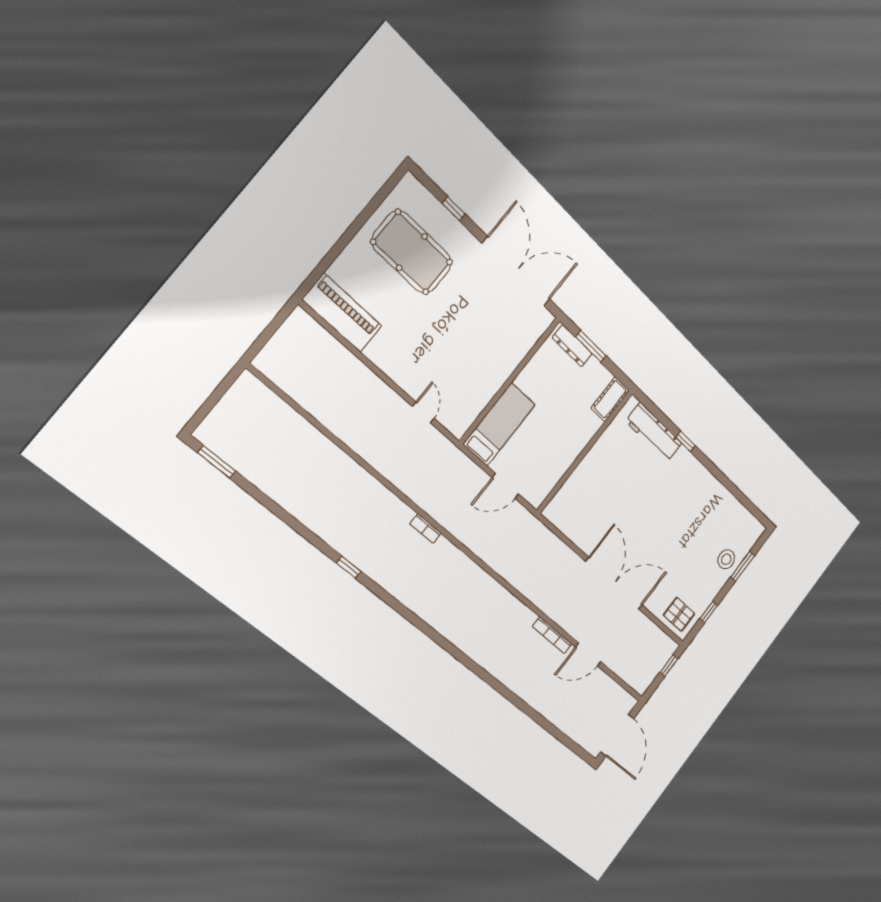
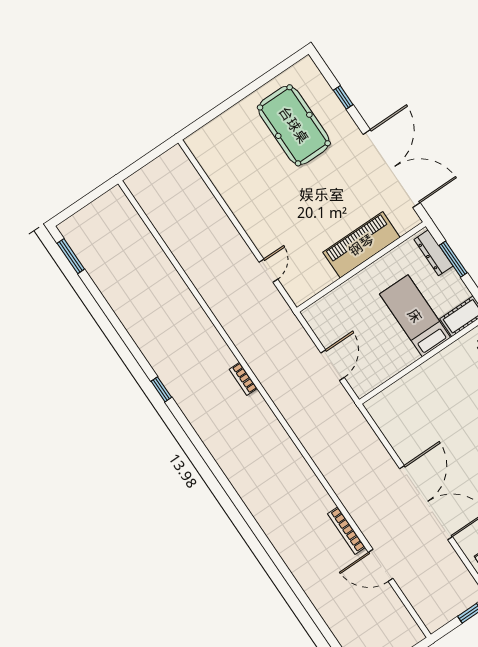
piano: (342, 313) -> (361, 245), moved, turned -90
bed: (499, 424) -> (415, 316), moved, turned -90
door: (505, 486) -> (333, 365), swing flipped

